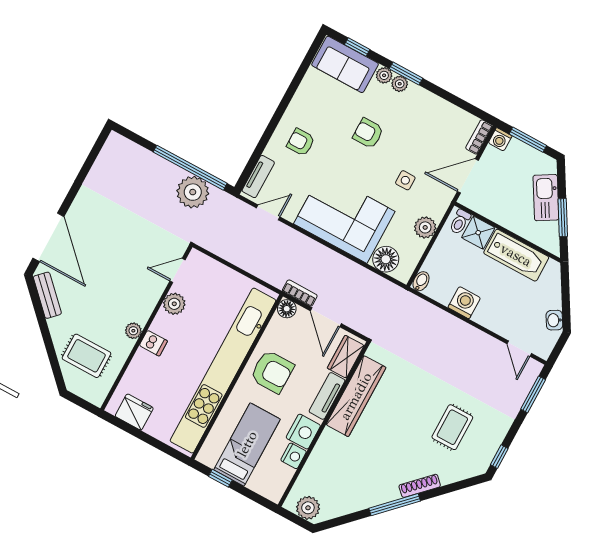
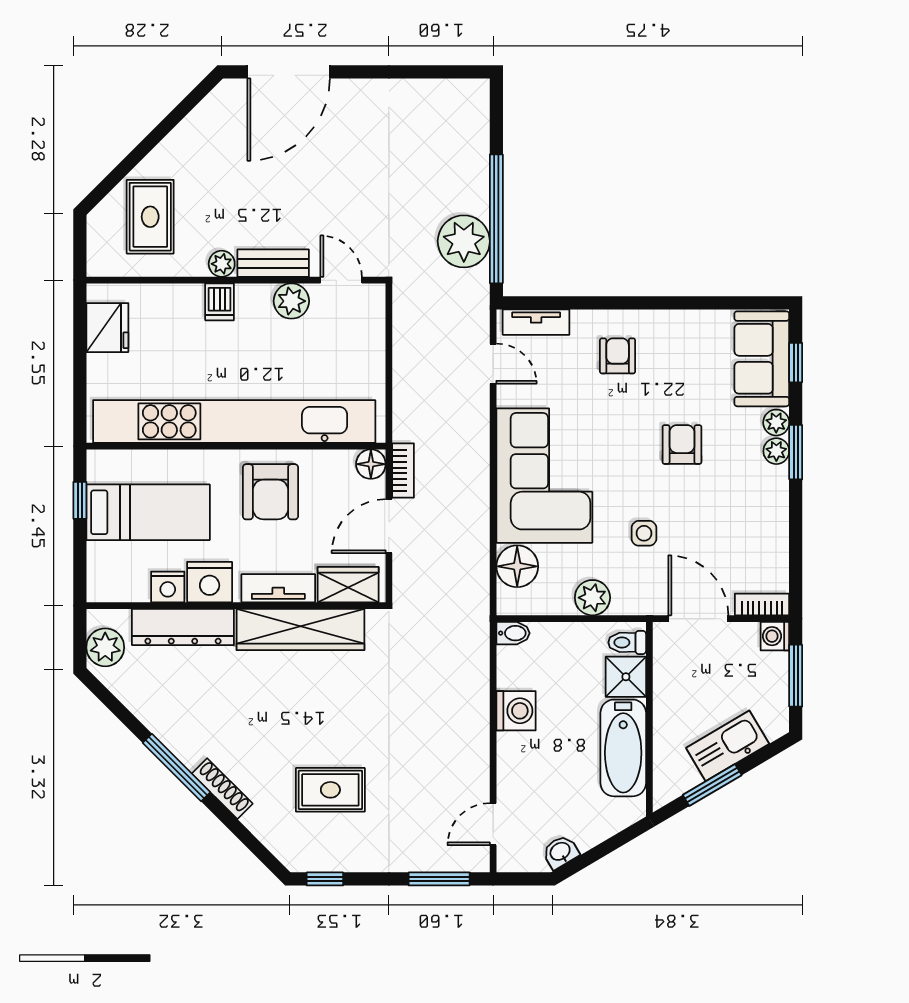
bench: (47, 295) -> (273, 263), moved, turned 45
dresser: (320, 459) -> (183, 627), added

